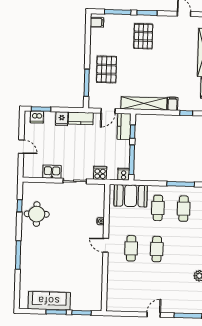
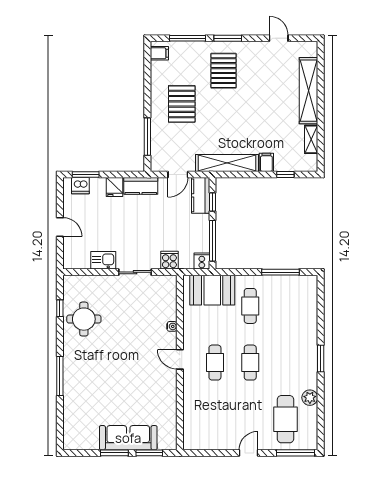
pallet: (107, 69) -> (182, 104), moved
cafe table: (184, 209) -> (286, 419), moved, width x1.37, depth x1.35
sofa: (49, 301) -> (128, 438), moved

